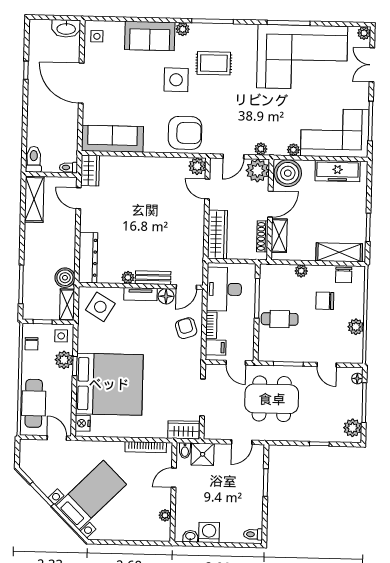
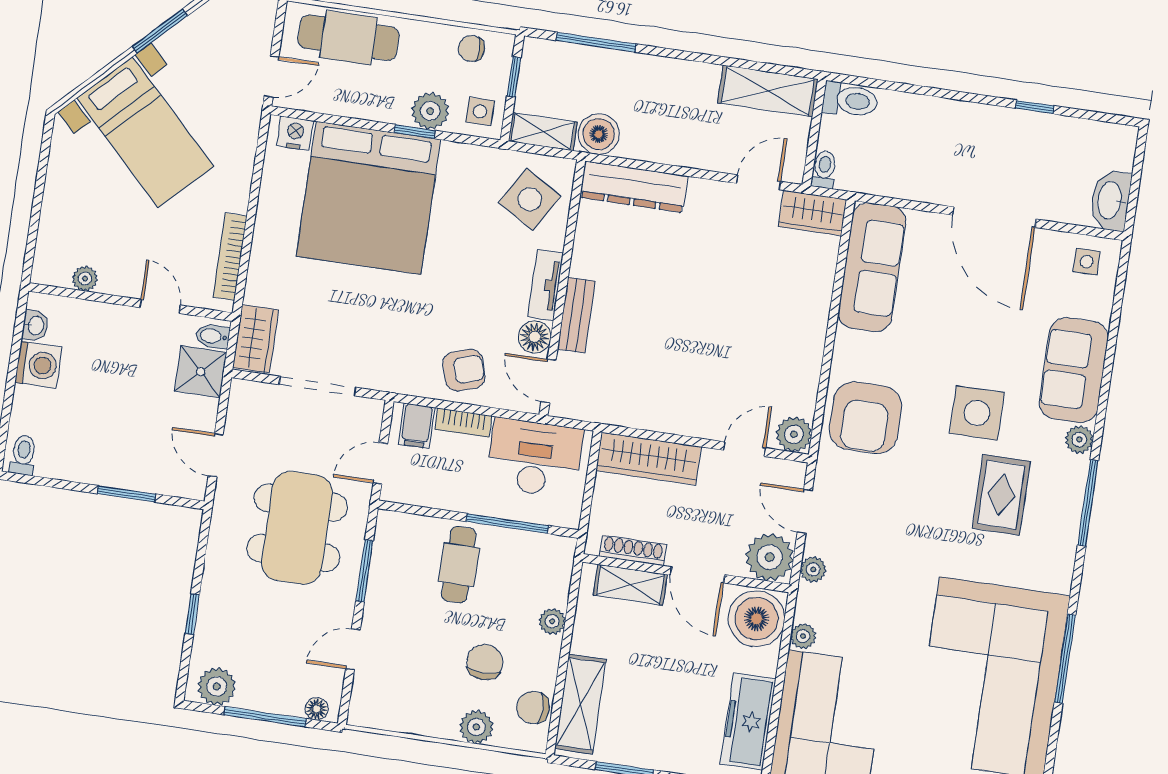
door: (81, 83) -> (994, 217), swing flipped
plant: (128, 277) -> (583, 263), removed
plant: (356, 327) -> (476, 727), moved

